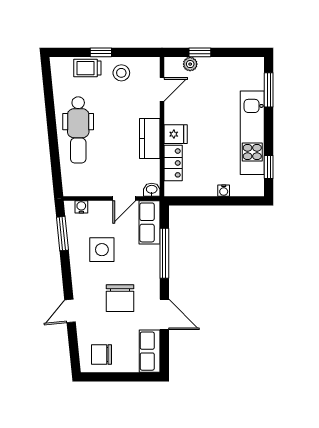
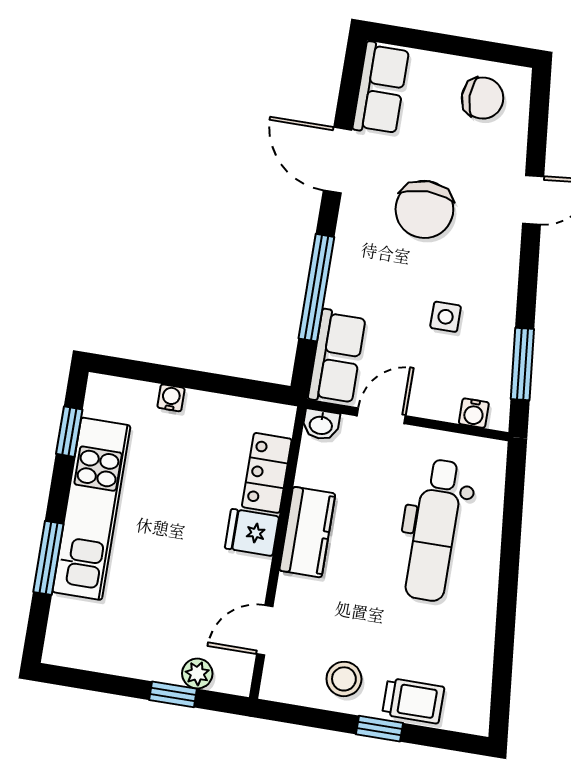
window: (269, 90) -> (48, 558), moved
dental chair: (78, 130) -> (435, 530), moved, turned 180
side table: (102, 250) -> (446, 317), width x0.54, depth x0.54
chair: (120, 298) -> (424, 209), turned 180

